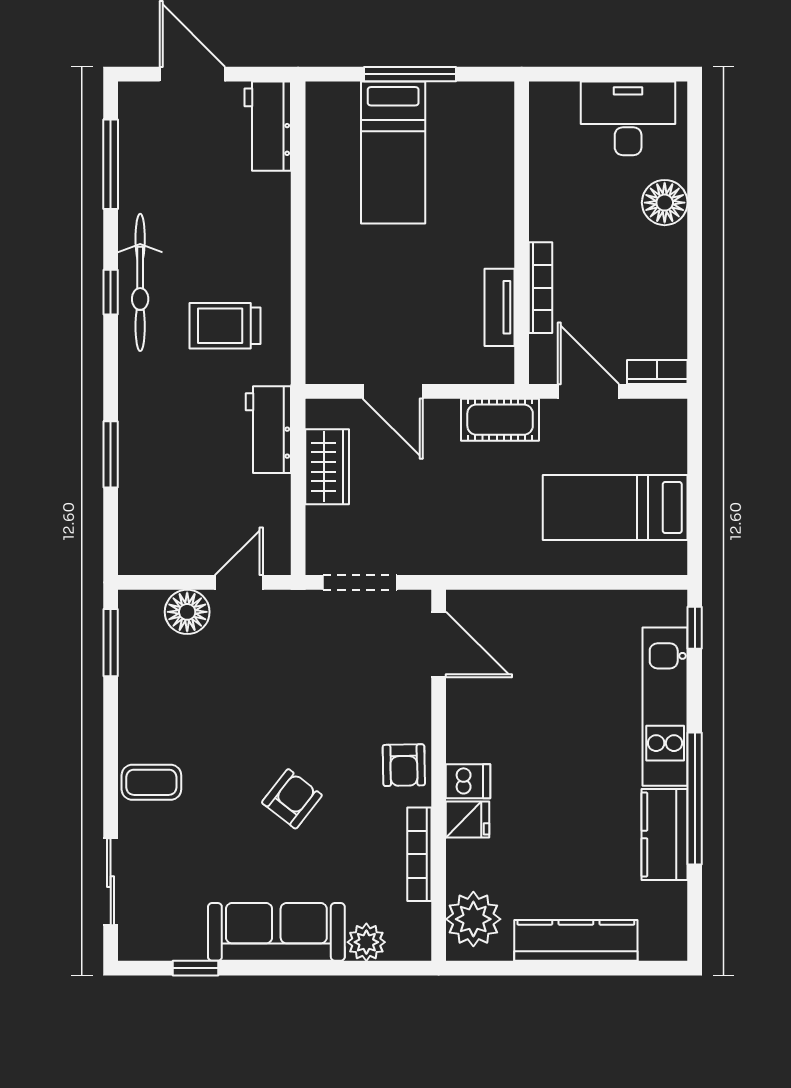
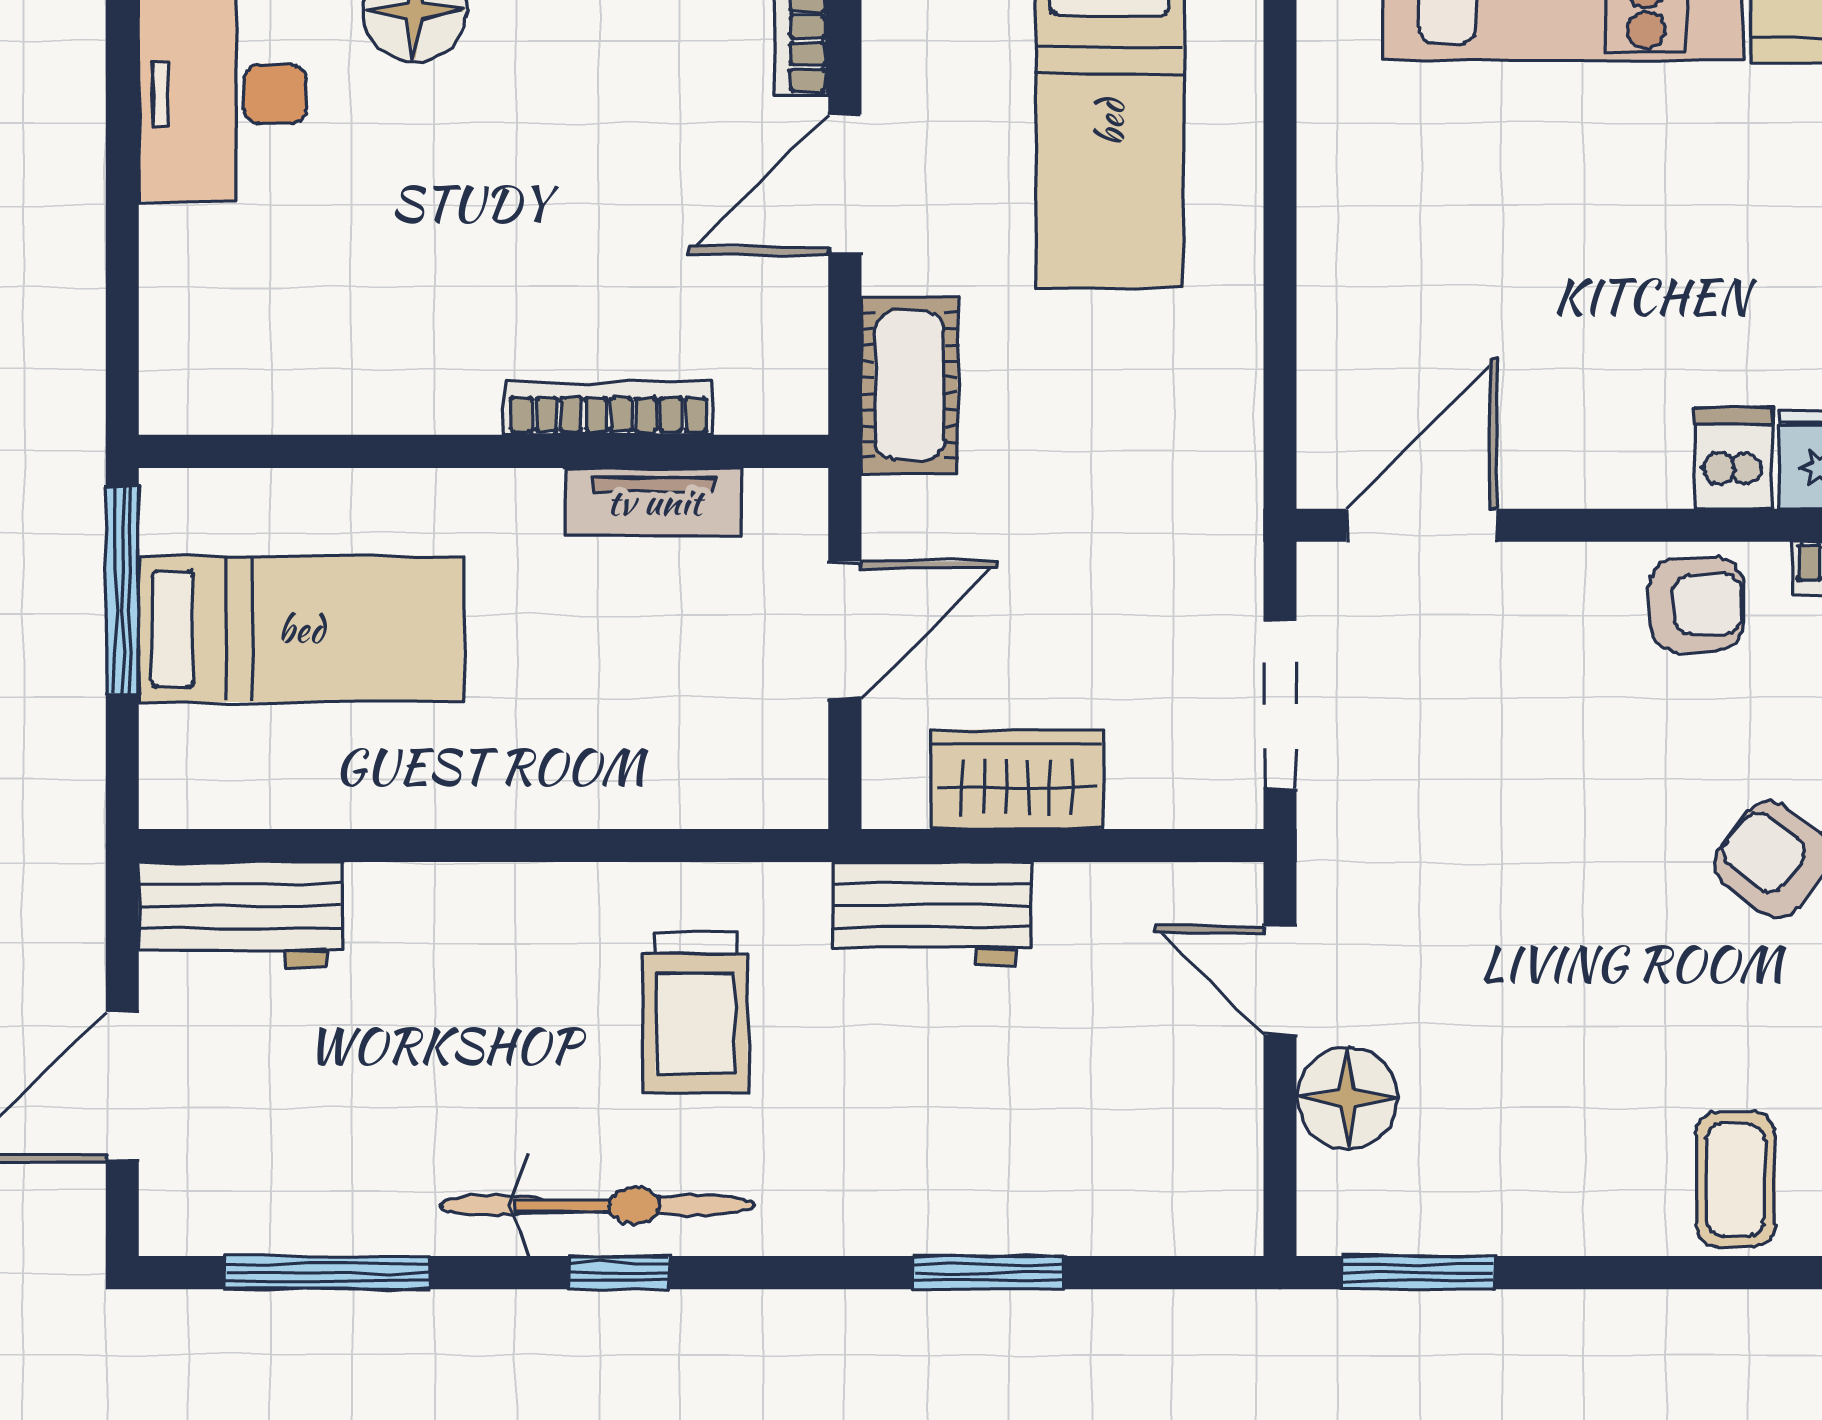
wall: (522, 233) -> (484, 451), moved
bookcase: (540, 288) -> (609, 408), moved
tv unit: (500, 307) -> (654, 502), moved

